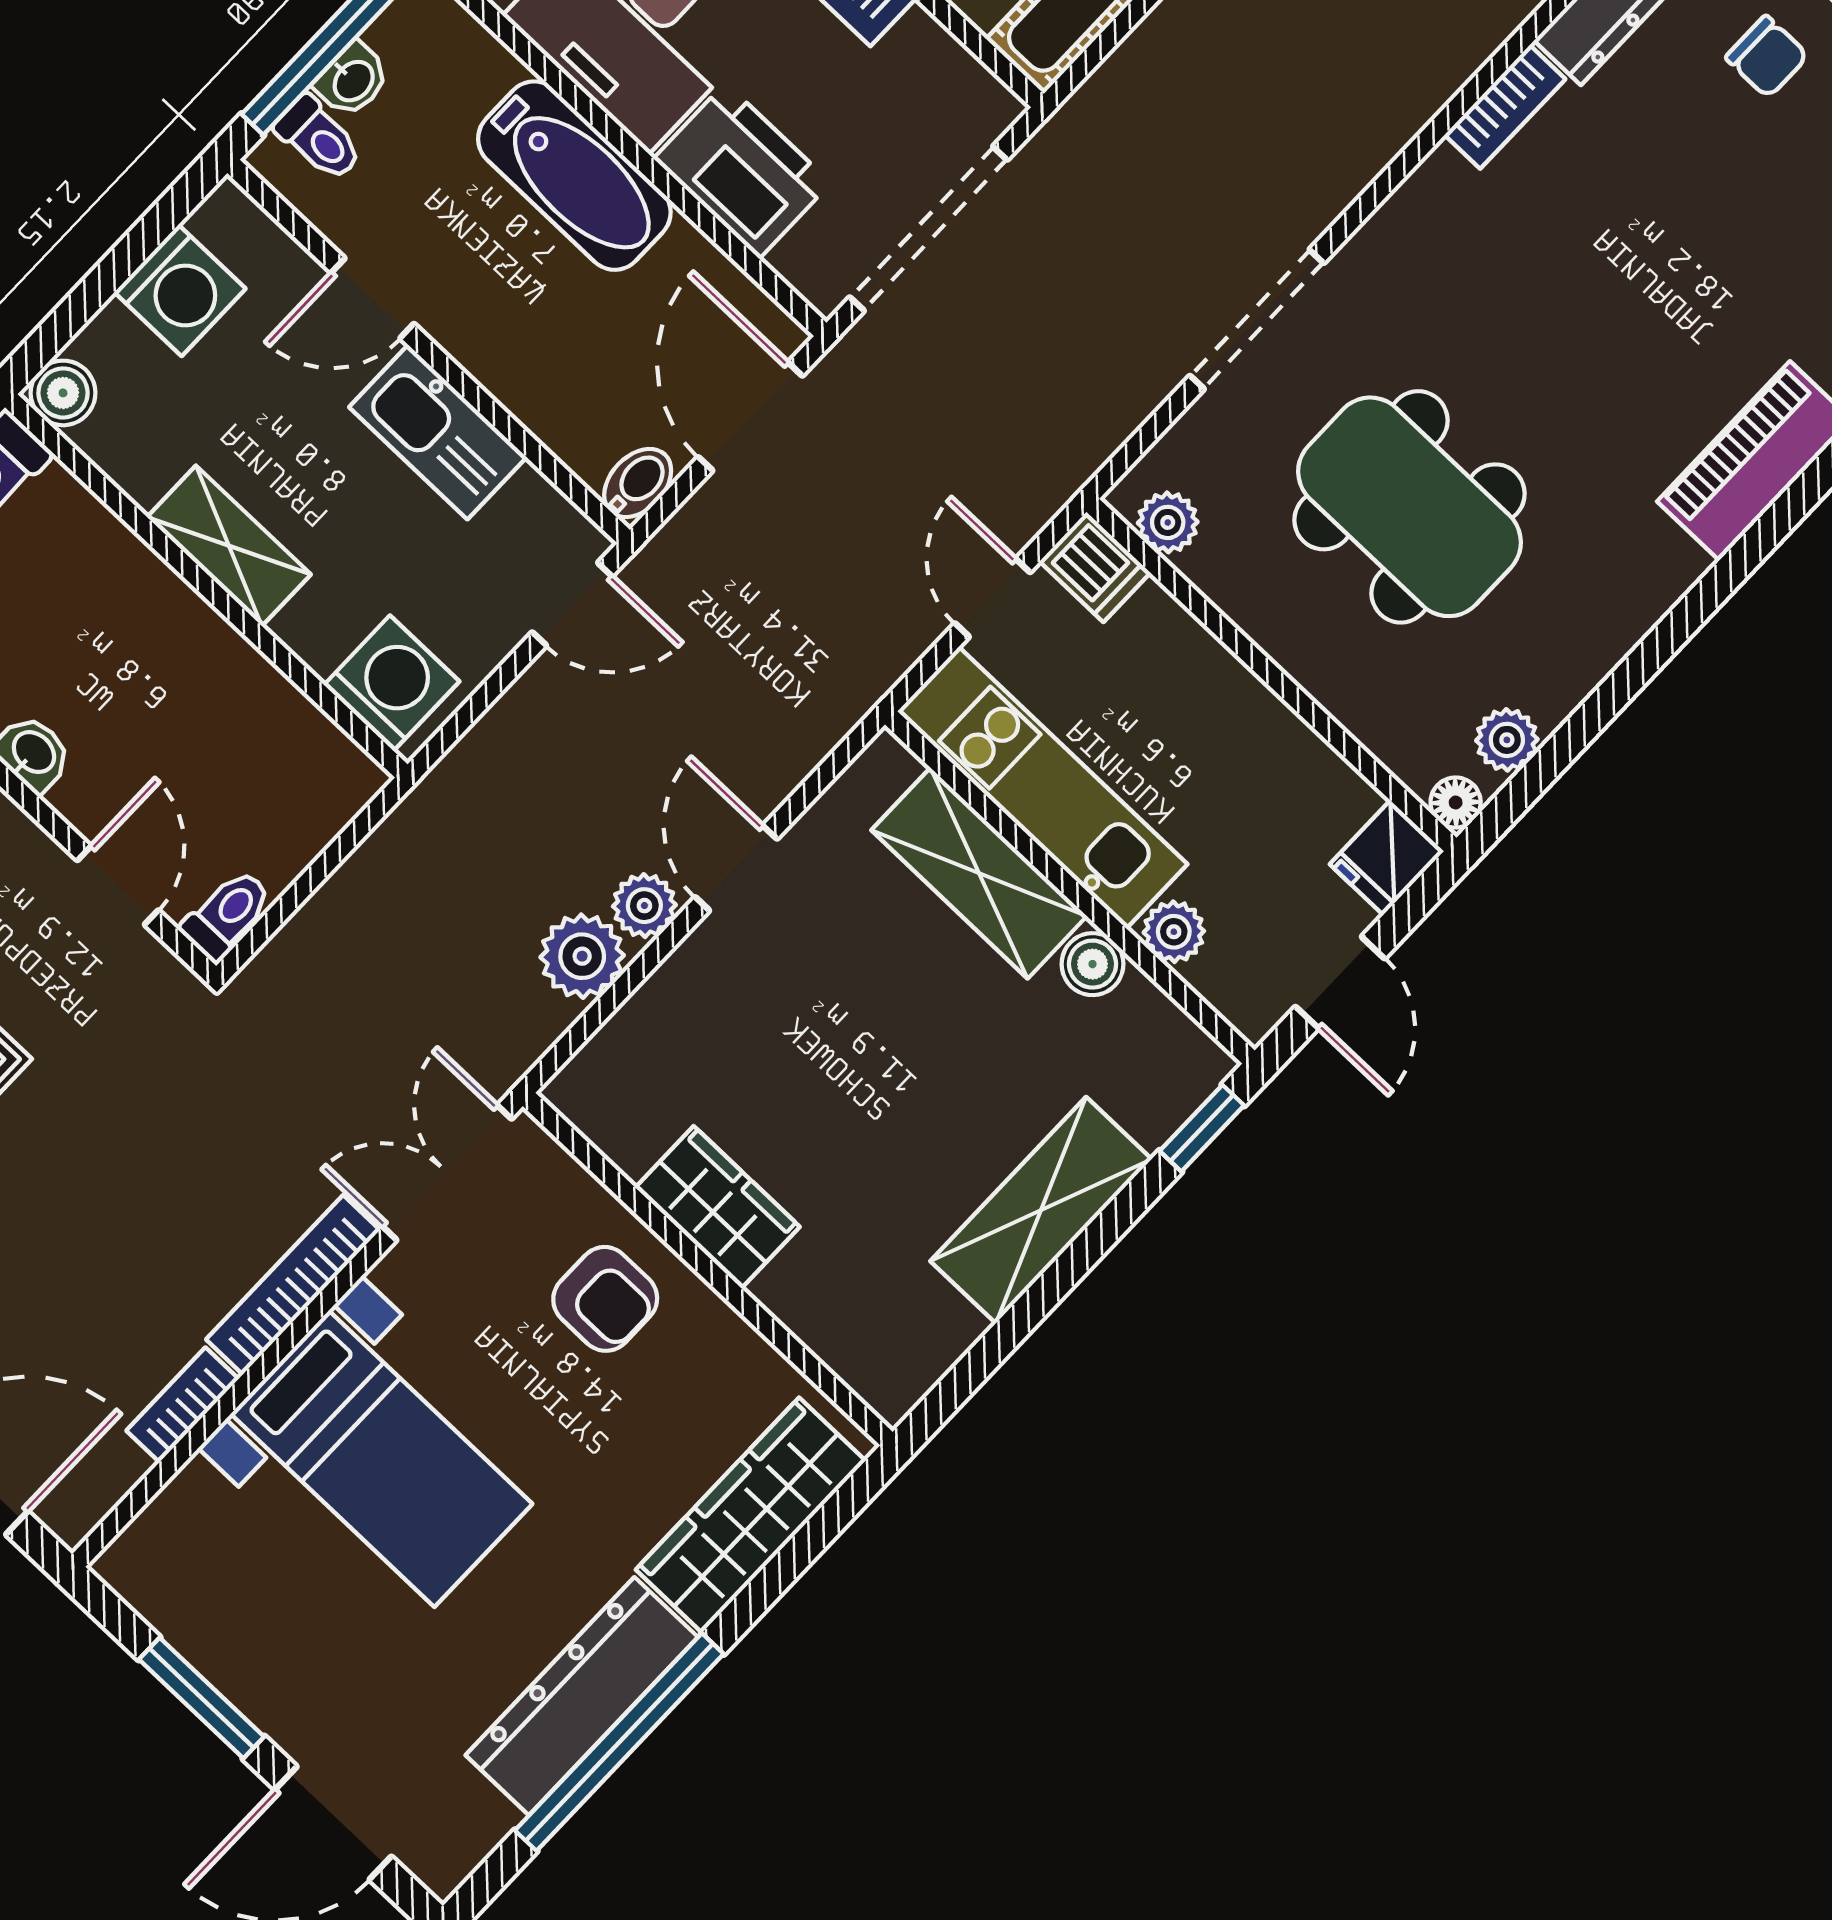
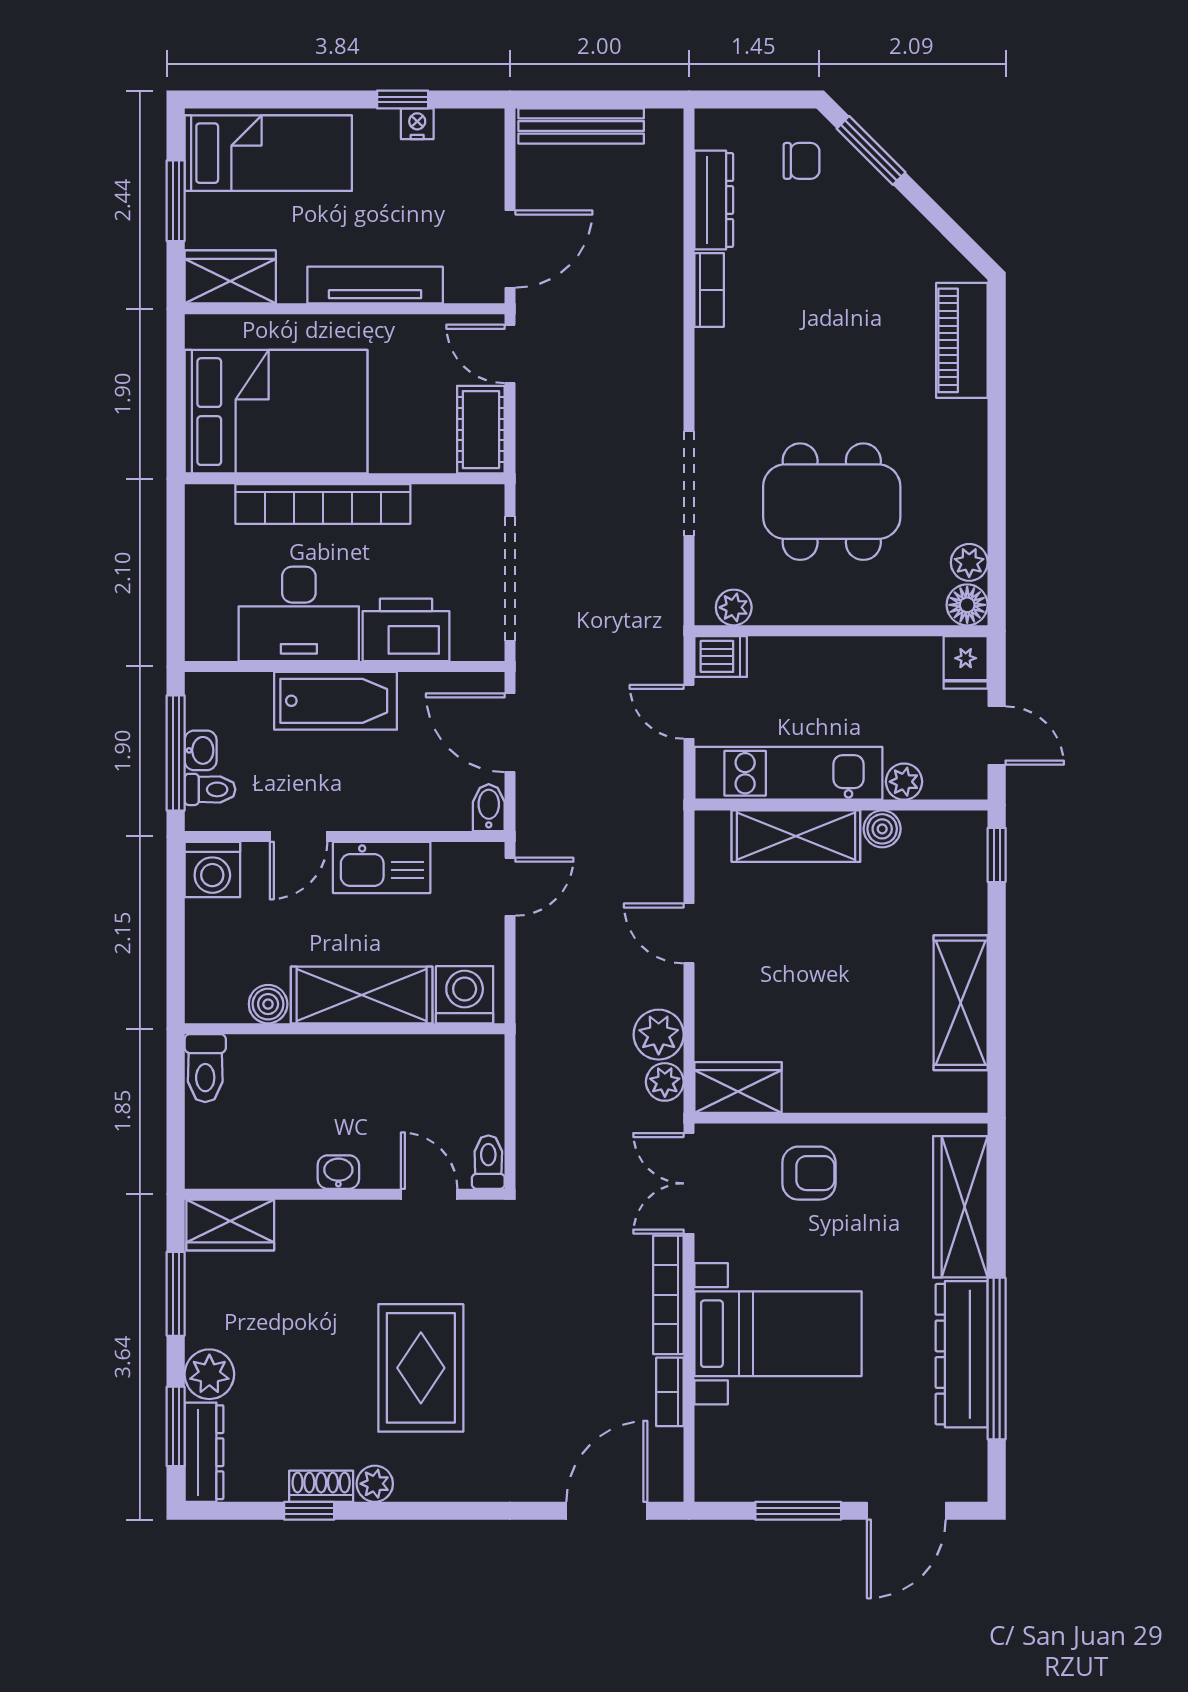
washing machine: (180, 290) -> (212, 870), moved, turned 90
boiler: (63, 393) -> (268, 1004), moved
shelving: (229, 546) -> (362, 995), width x1.50, depth x1.33
floor lamp: (1456, 803) -> (967, 605), width x1.37, depth x1.37
plant: (644, 906) -> (665, 1082), moved
wardrobe: (718, 1207) -> (738, 1087), moved
shelving: (1041, 1210) -> (961, 1003), moved

